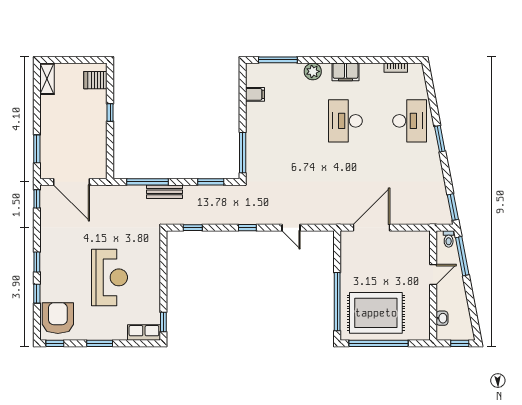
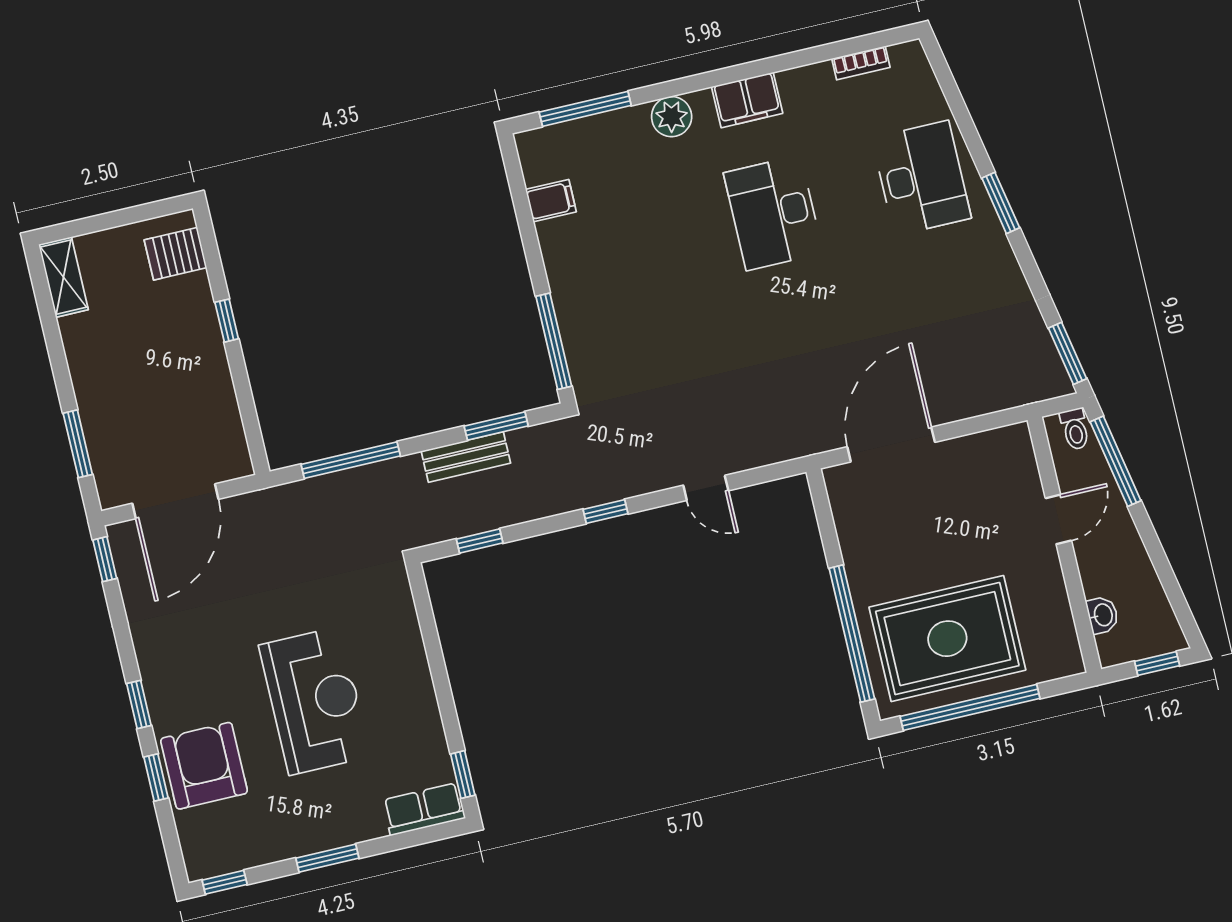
door: (71, 182) -> (175, 501), hinge flipped
bench: (165, 192) -> (466, 457), moved
armchair: (58, 318) -> (204, 766), moved

